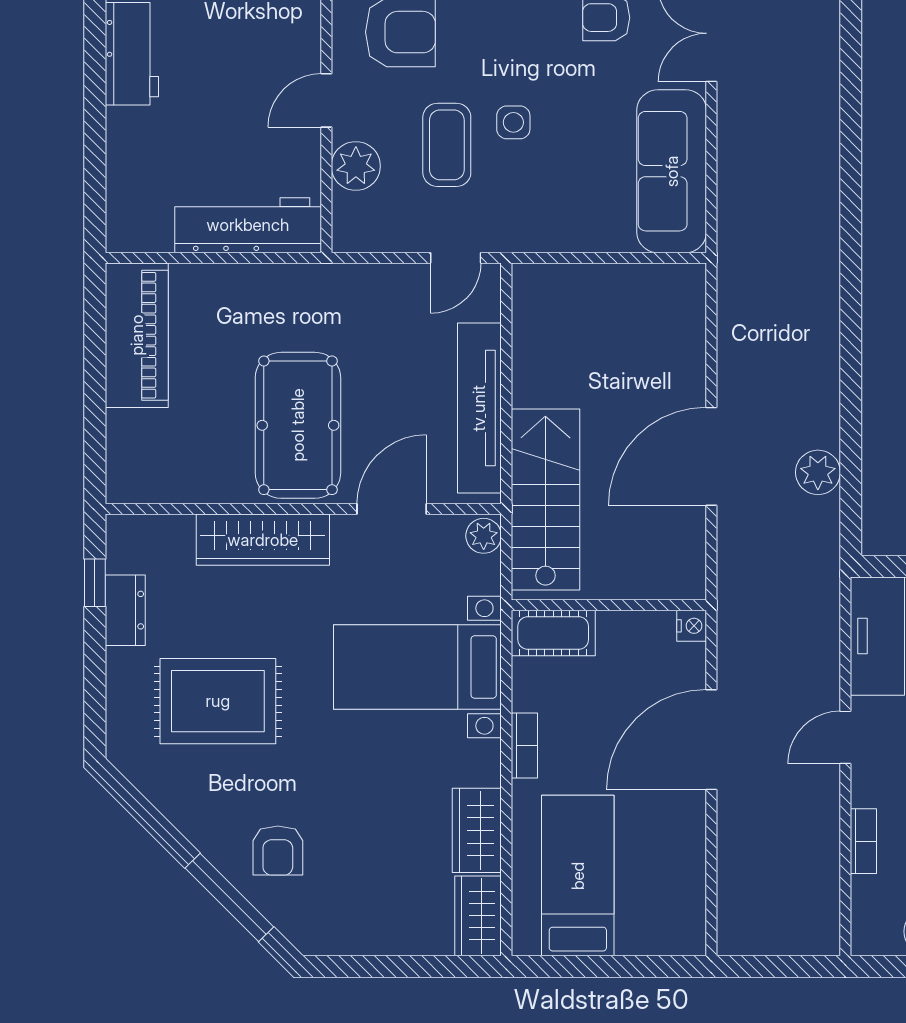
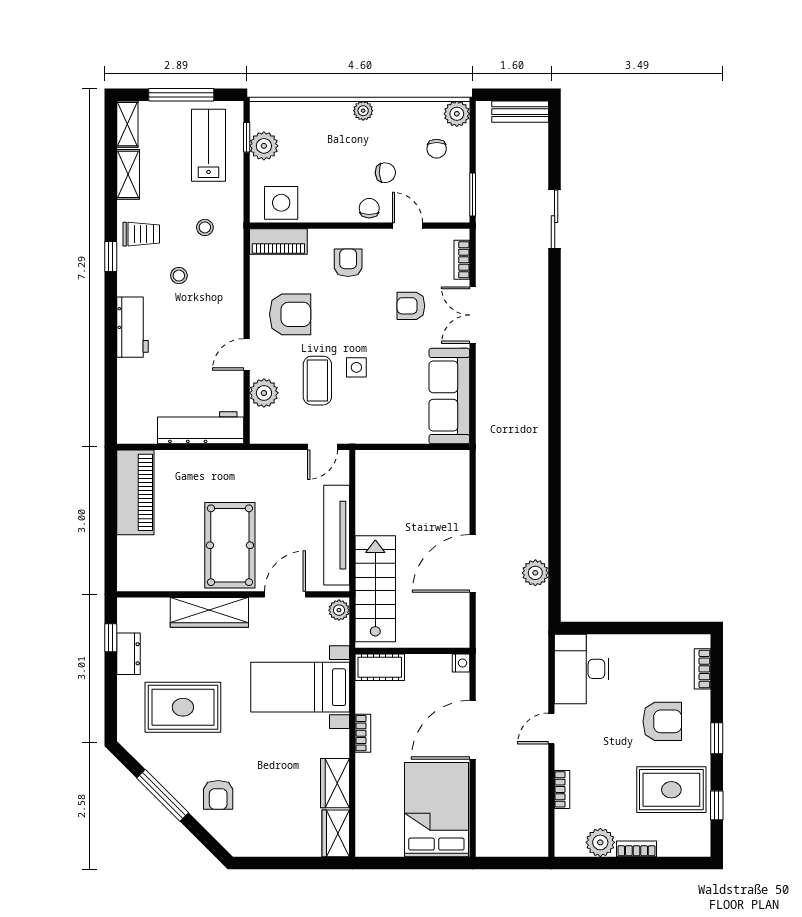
bed: (578, 876) -> (436, 810), moved, width x1.50
window: (229, 898) -> (163, 795), moved

